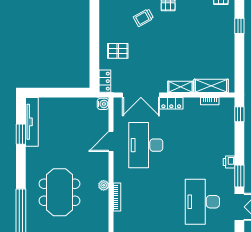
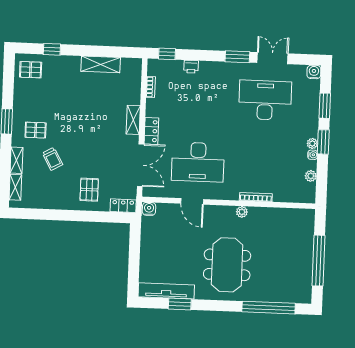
window: (239, 26) -> (52, 49), moved
shelving: (211, 86) -> (101, 64), moved, turned 90
printer: (229, 162) -> (191, 67), moved
meeting table: (59, 192) -> (227, 265), moved, turned 90
desk: (202, 202) -> (265, 100), turned 180

